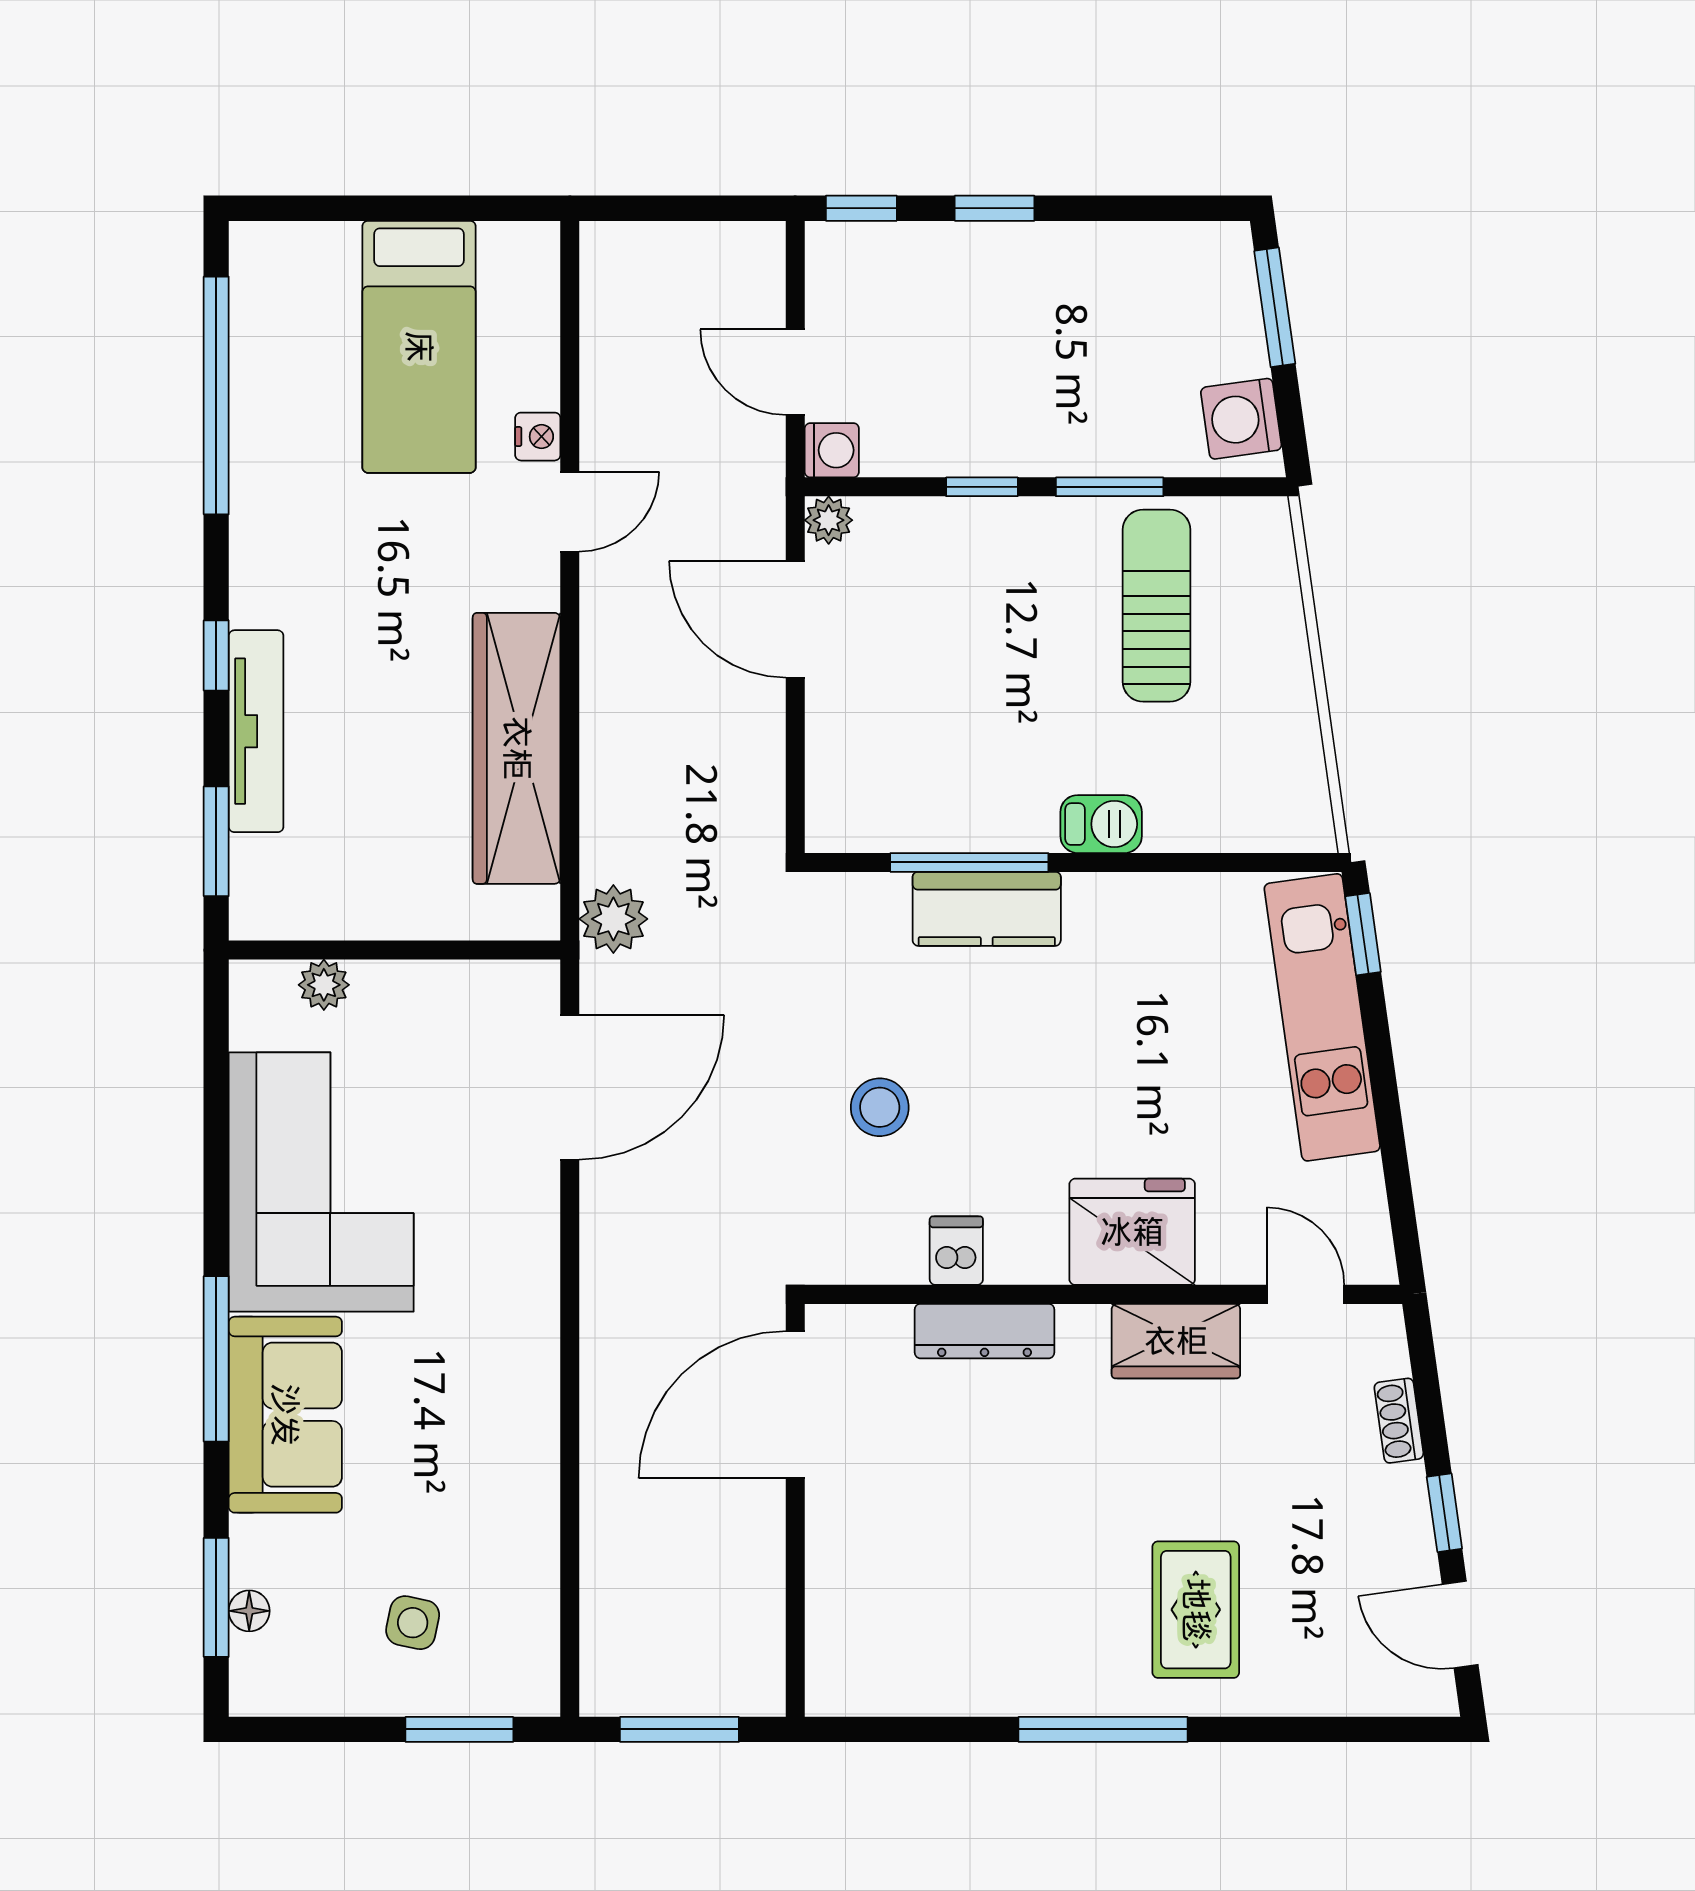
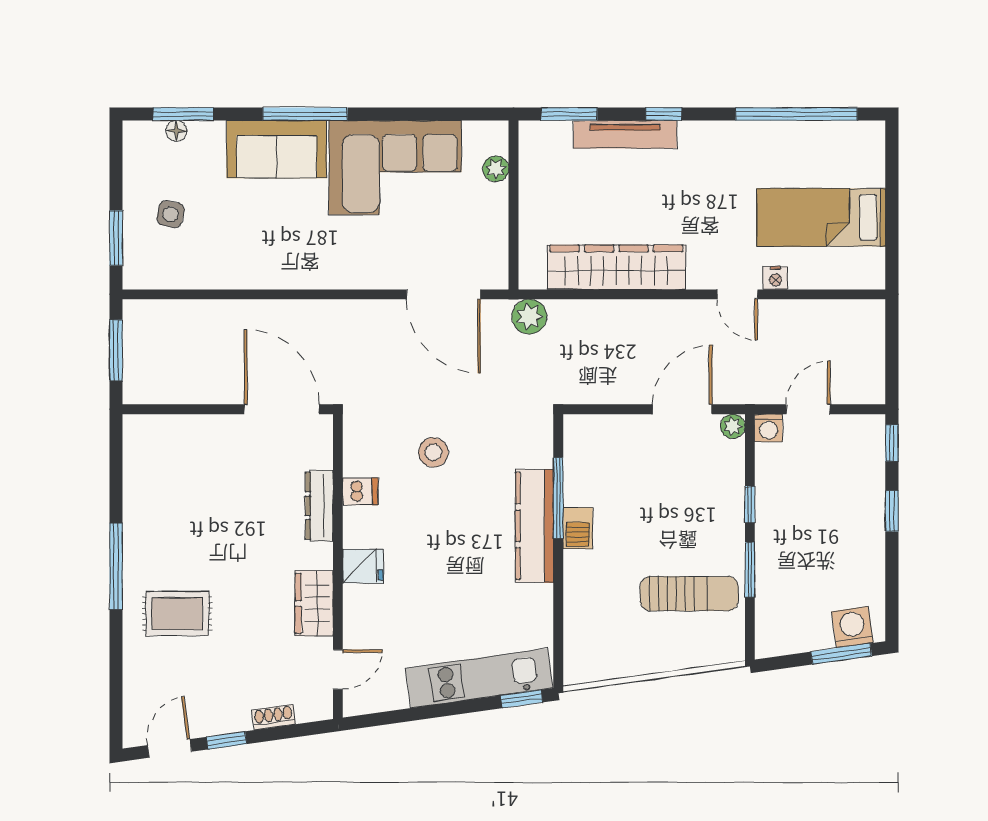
washing machine: (1241, 419) -> (852, 627), moved
barbecue: (1101, 824) -> (578, 528), moved
kitchen counter: (987, 909) -> (535, 526), width x1.50
fridge: (1132, 1232) -> (363, 566), width x0.53, depth x0.75

